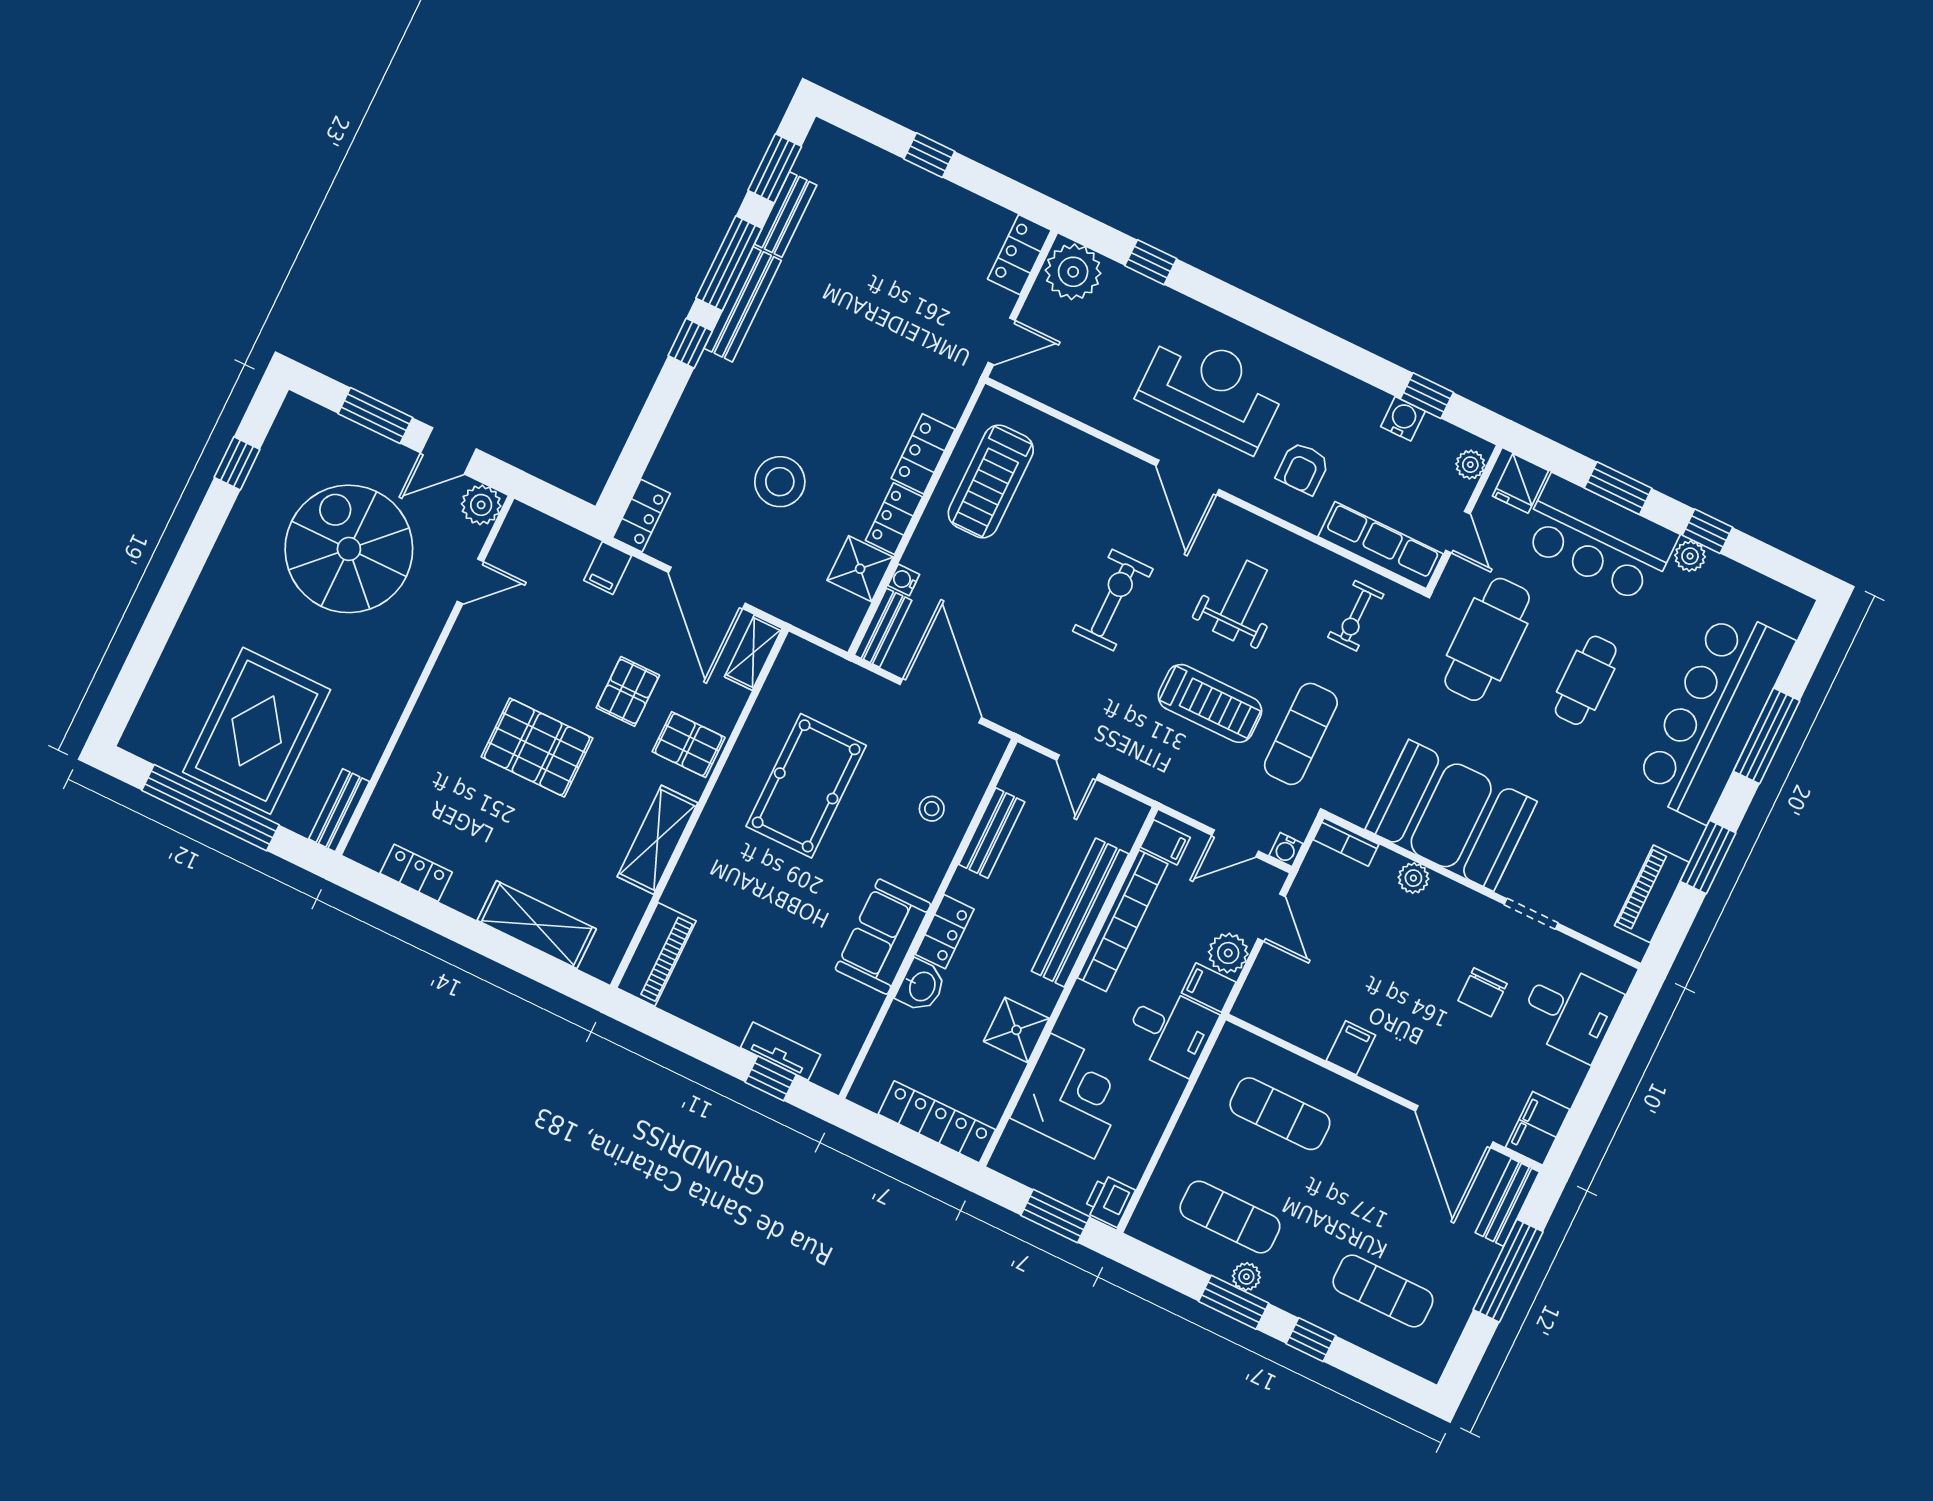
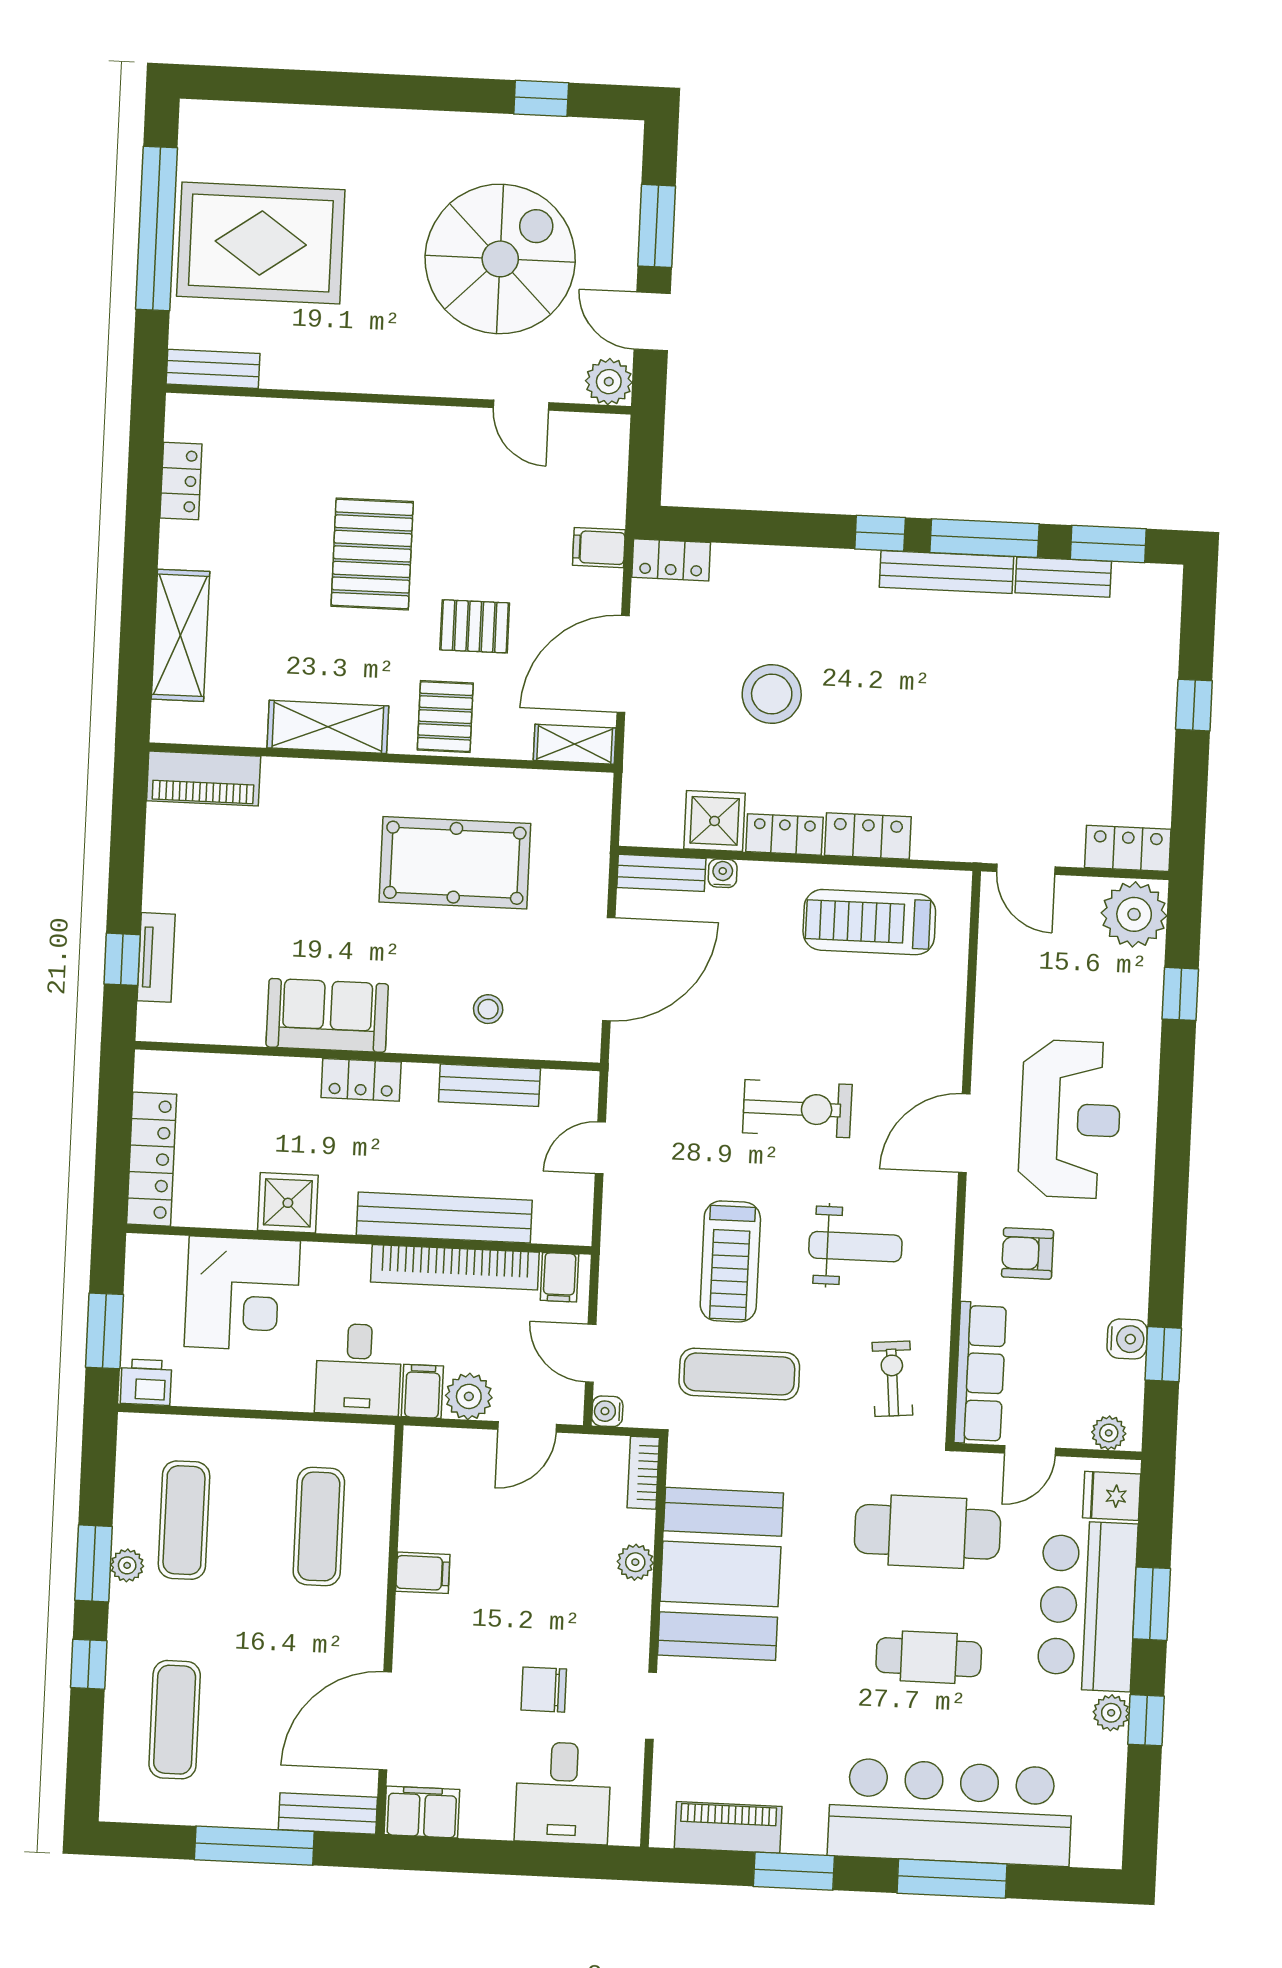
exercise bike: (1356, 616) -> (892, 1379), turned 85
washbasin: (921, 986) -> (292, 1080), removed

